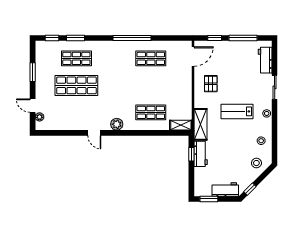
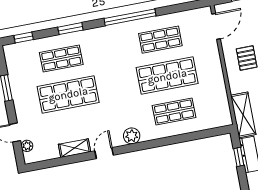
window: (75, 38) -> (70, 29), moved
shop shelf: (151, 85) -> (167, 76), added
shelving: (181, 125) -> (75, 148), moved
door: (94, 133) -> (104, 153), swing flipped

